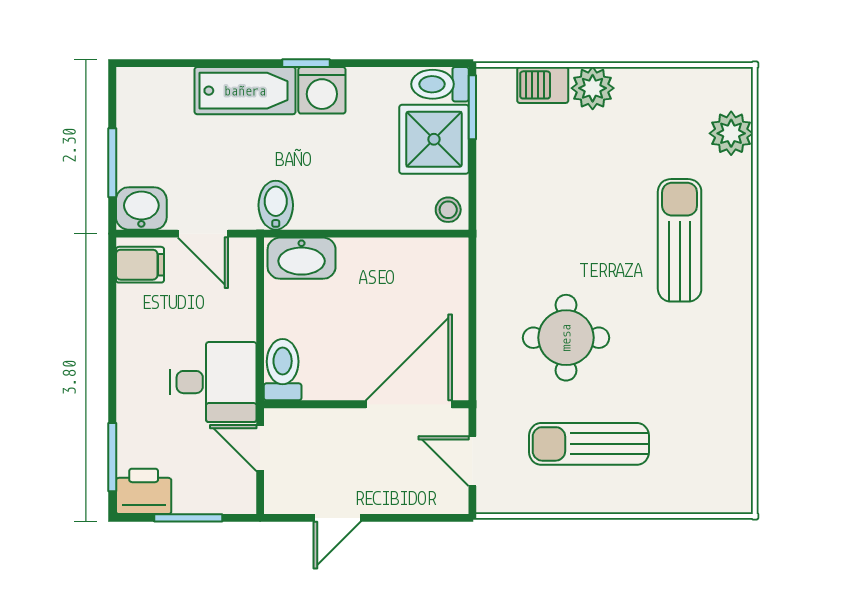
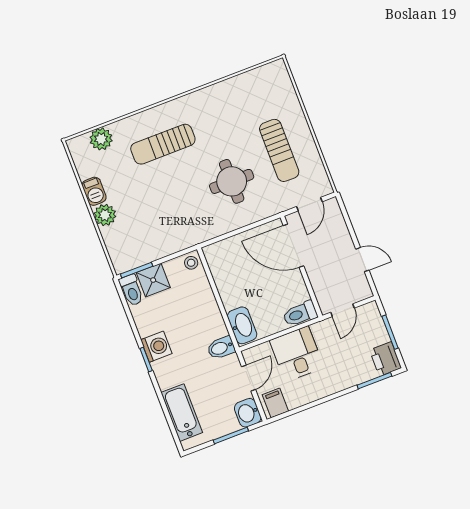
barbecue: (543, 85) -> (94, 191), moved
bathtub: (245, 91) -> (182, 413), moved
shower: (434, 139) -> (153, 280), width x0.73, depth x0.73
desk: (213, 382) -> (297, 354), moved

